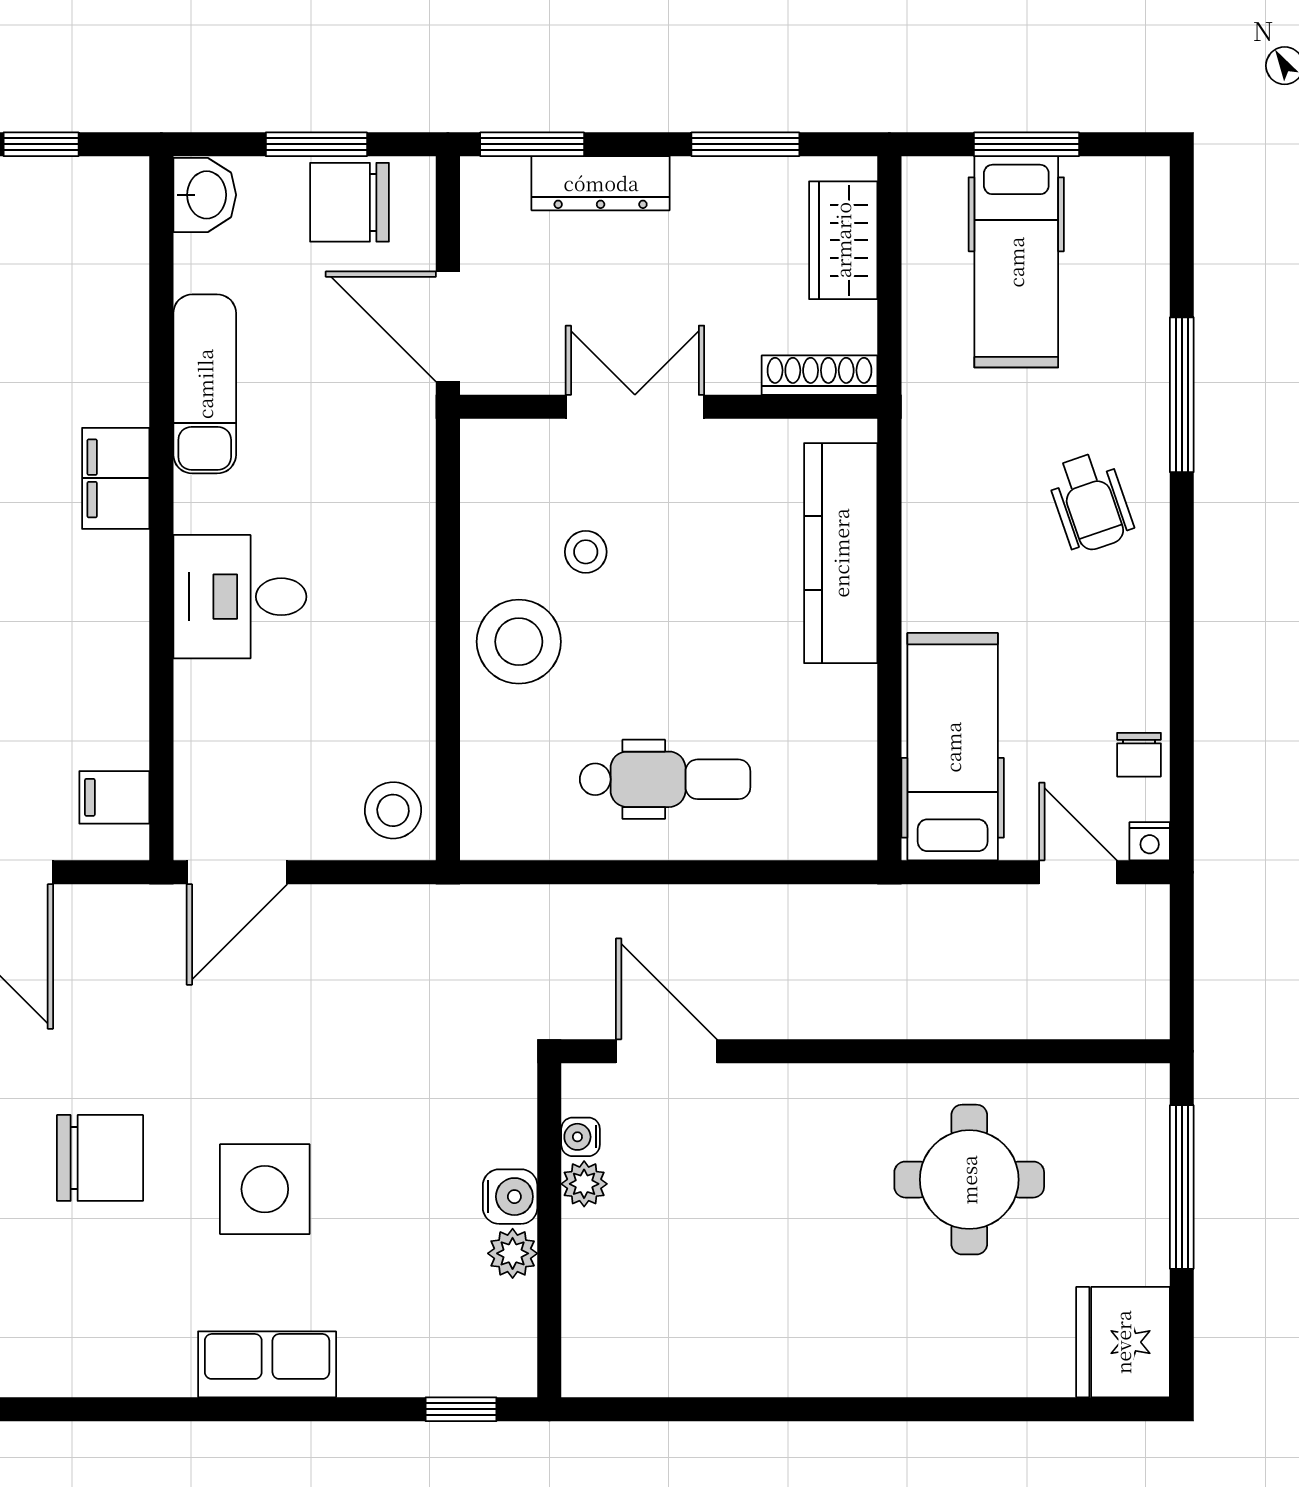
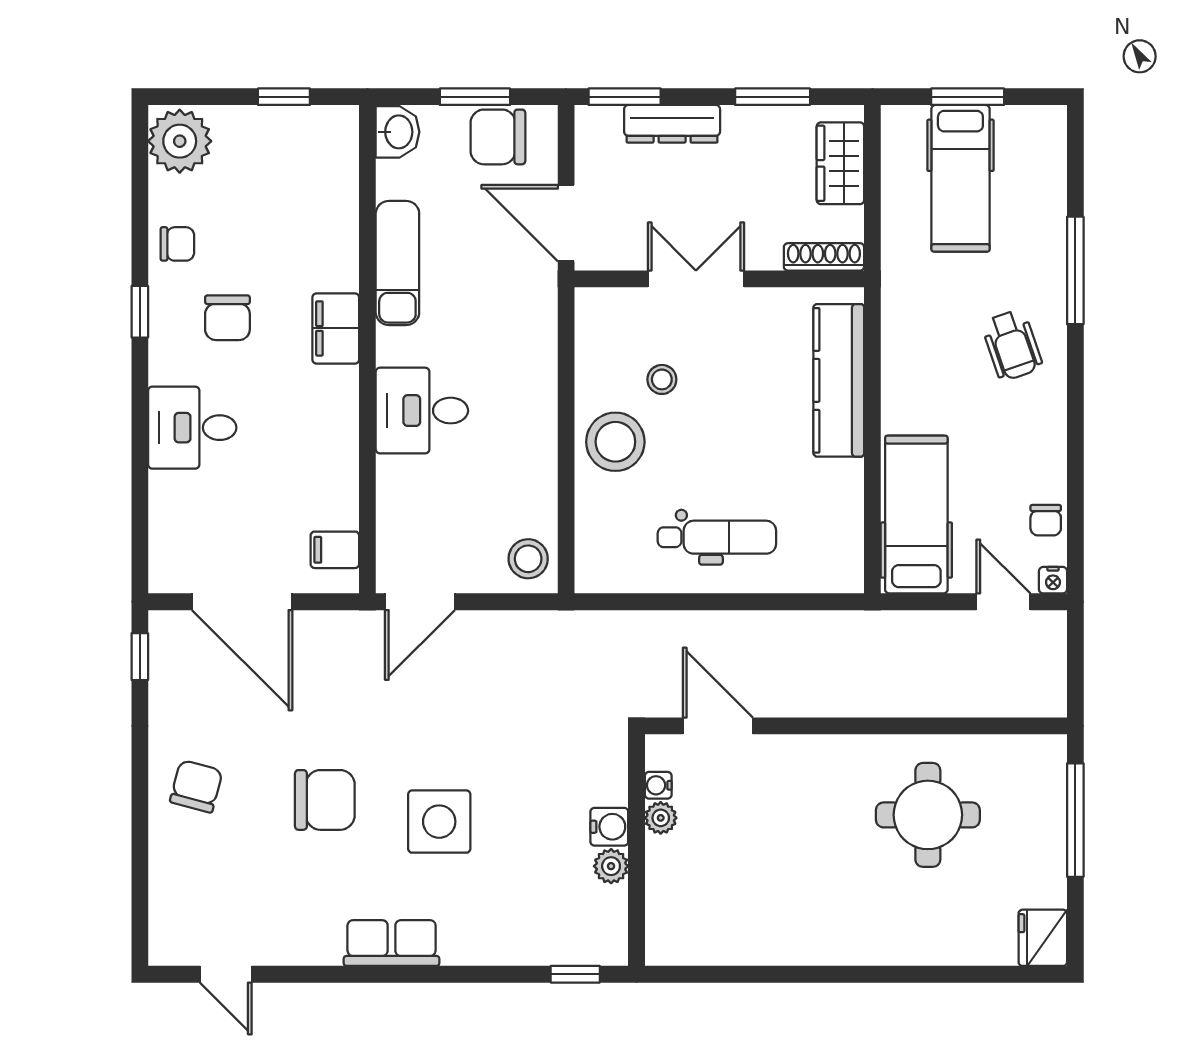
fridge: (1123, 1342) -> (1043, 938), width x0.73, depth x0.75
row of seats: (267, 1364) -> (392, 943), moved

